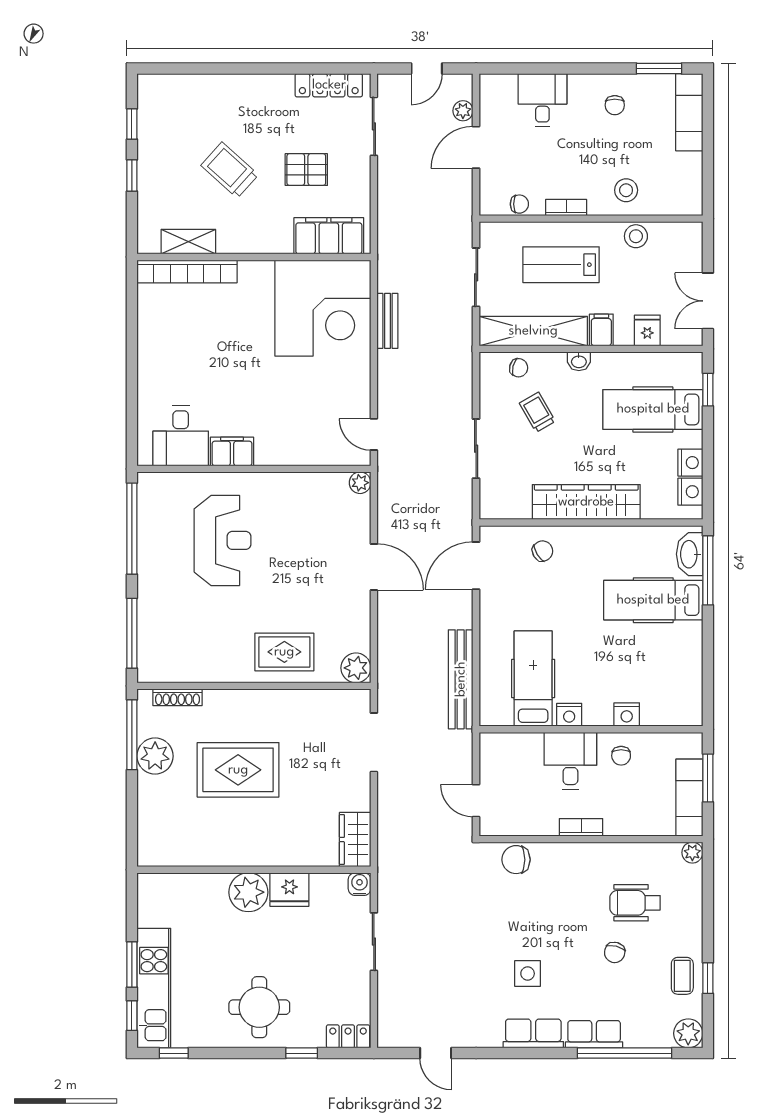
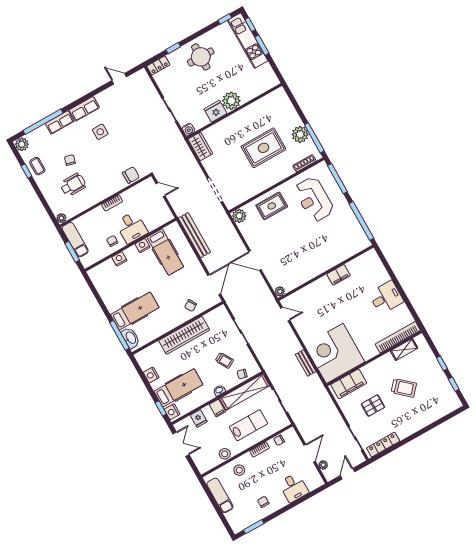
exam couch: (689, 112) -> (220, 495), moved
desk: (181, 436) -> (386, 297), moved, turned 90
nightstand: (690, 492) -> (172, 412), moved
reception desk: (222, 540) -> (314, 199), moved

